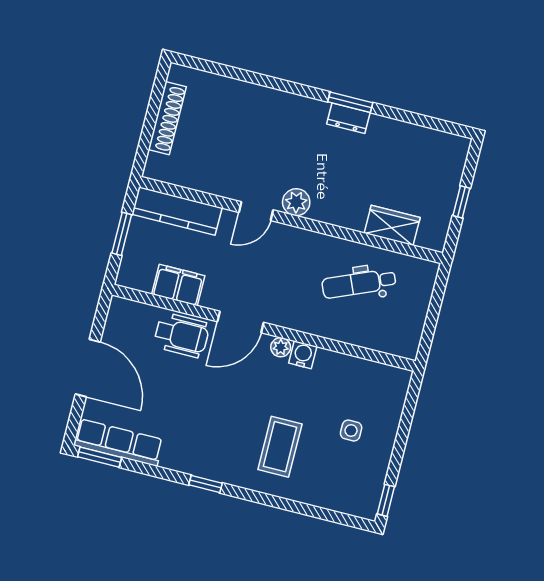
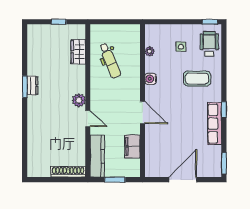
shoe rack: (167, 118) -> (68, 172), moved
wheelchair: (182, 335) -> (209, 44), moved
plant: (281, 347) -> (150, 51), moved
row of seats: (118, 442) -> (215, 124), moved

